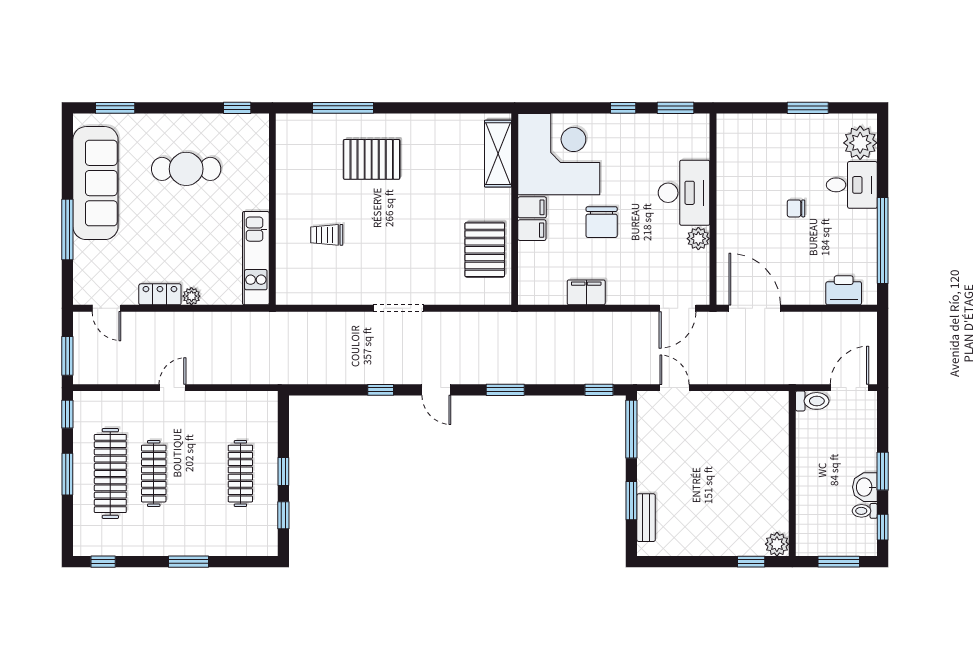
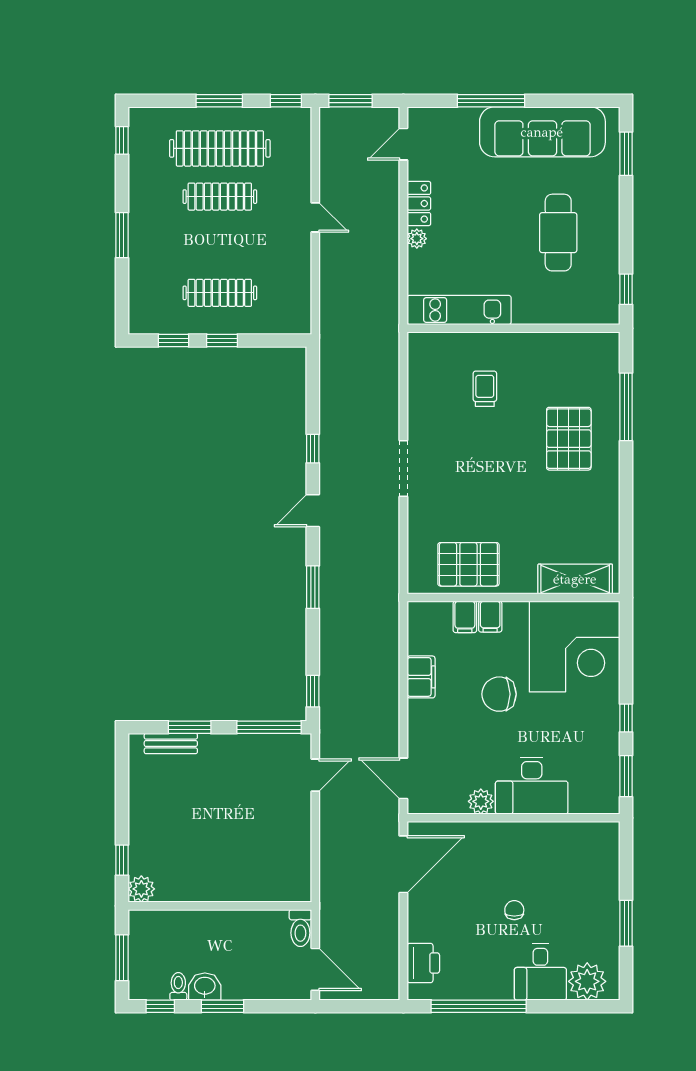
filing cabinet: (532, 207) -> (465, 617), moved

